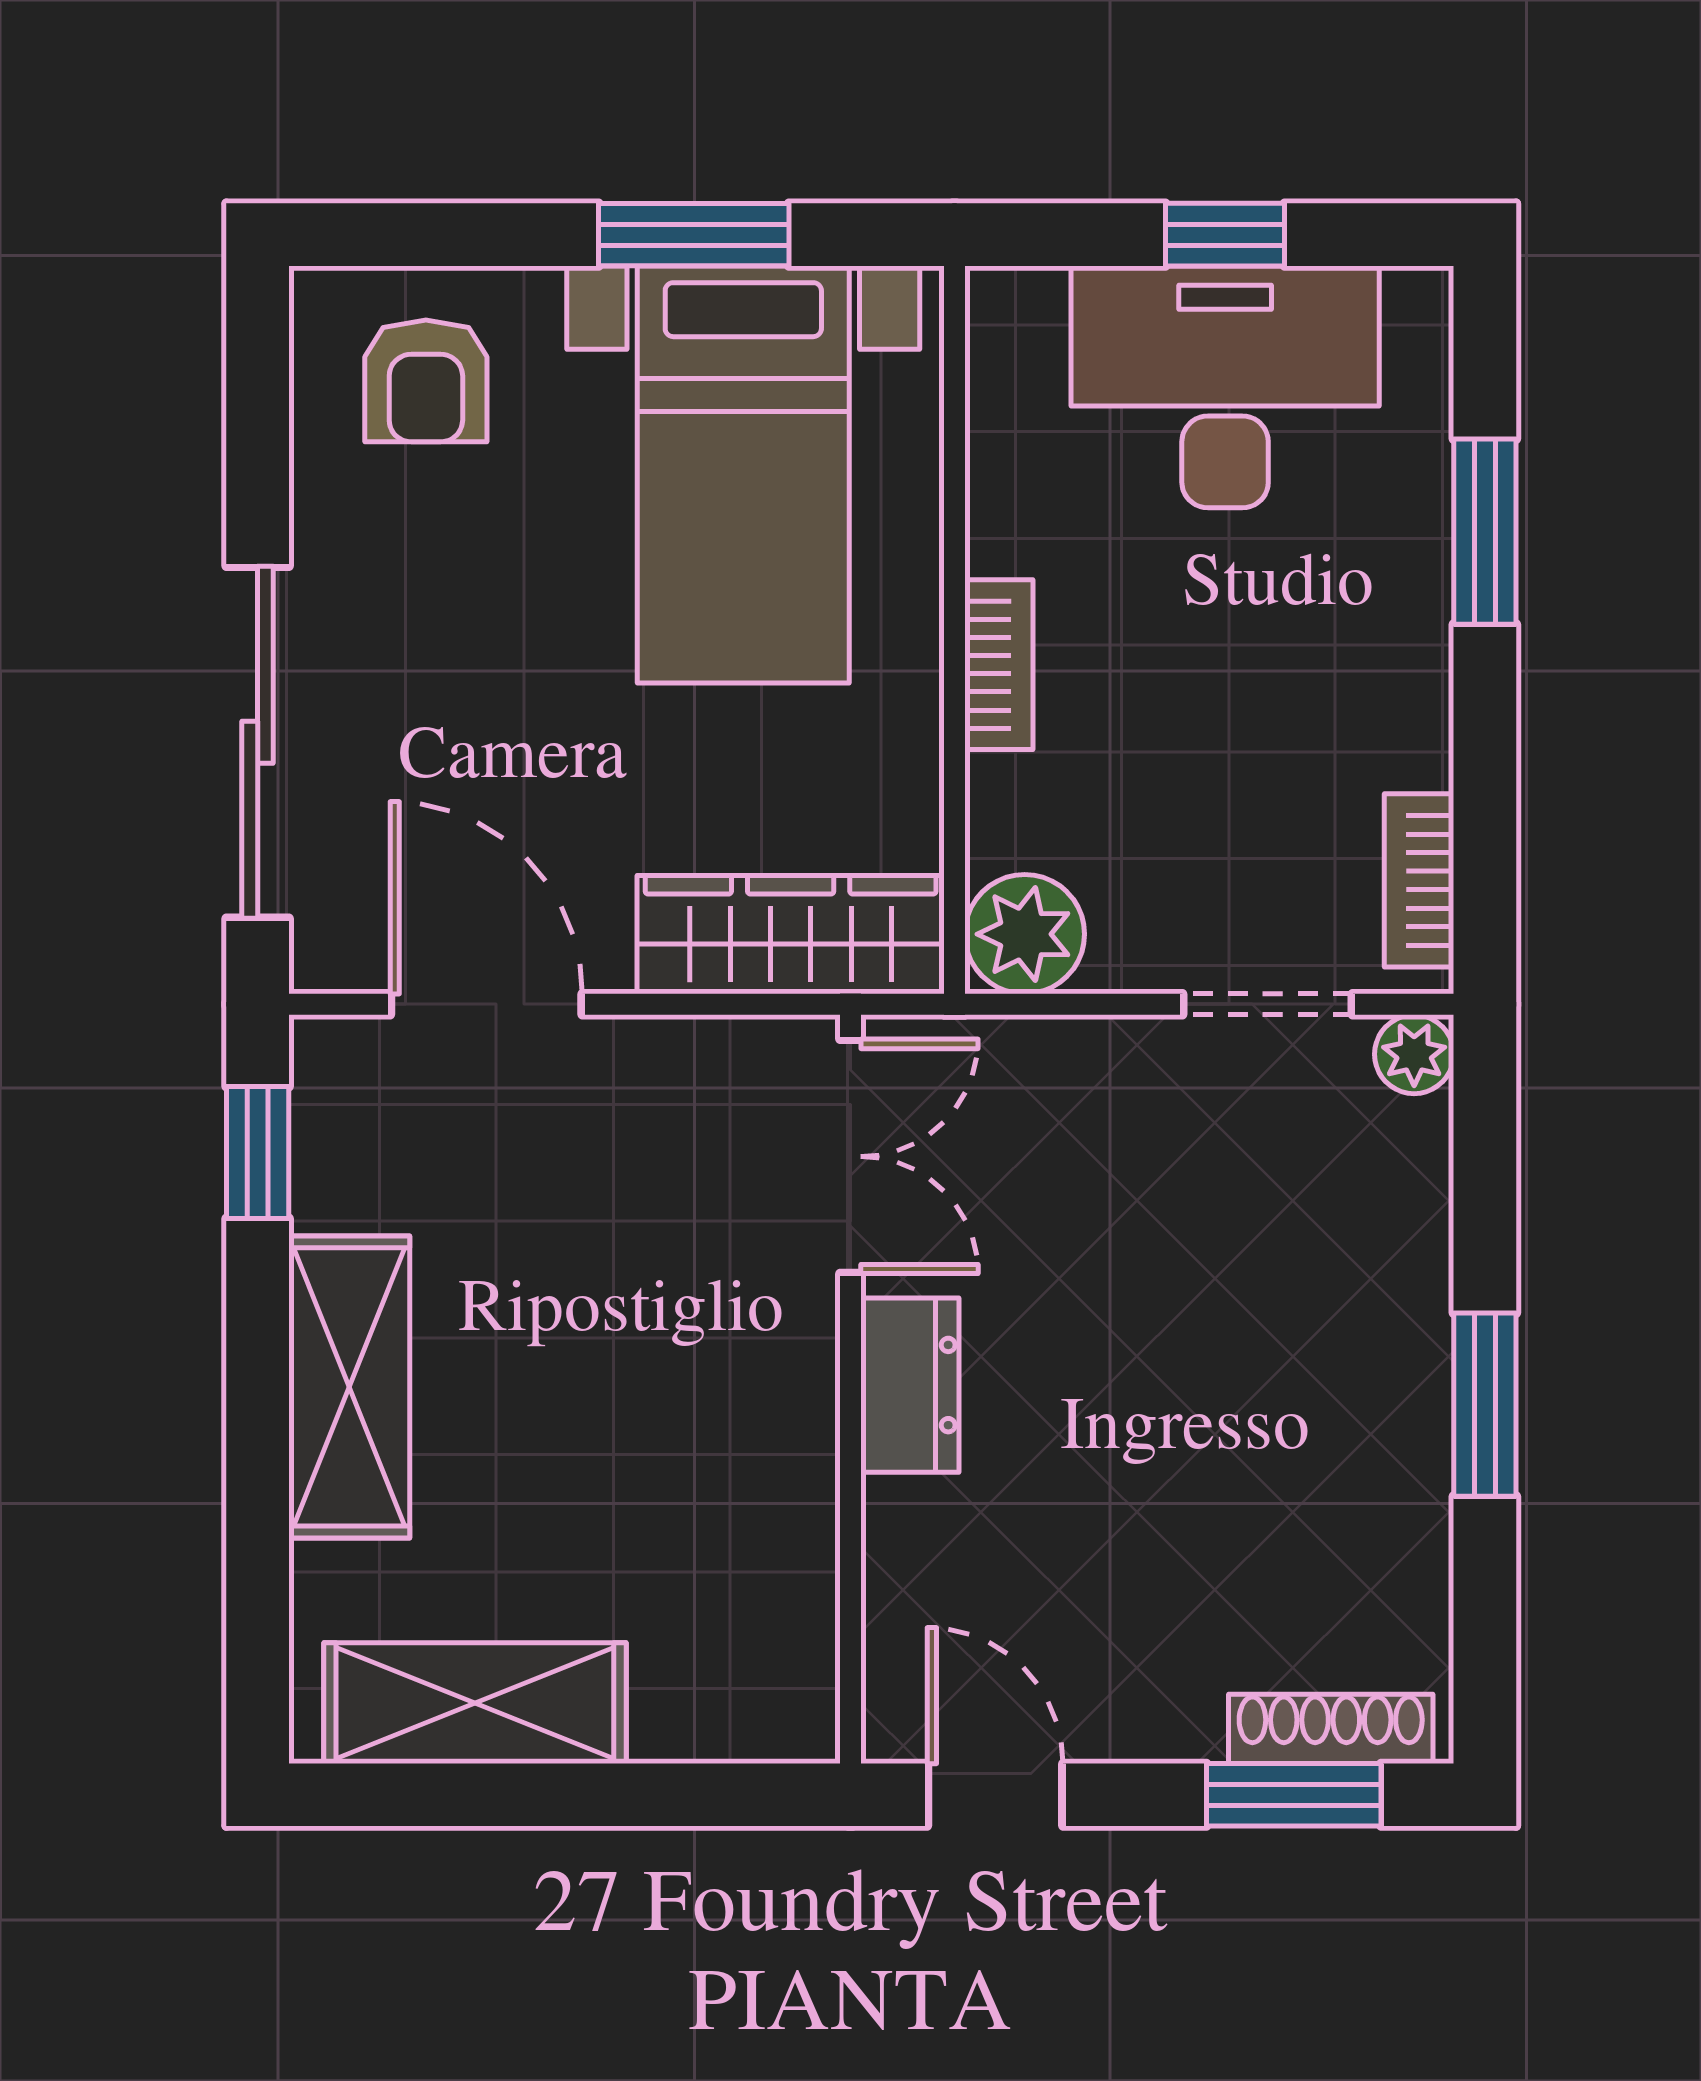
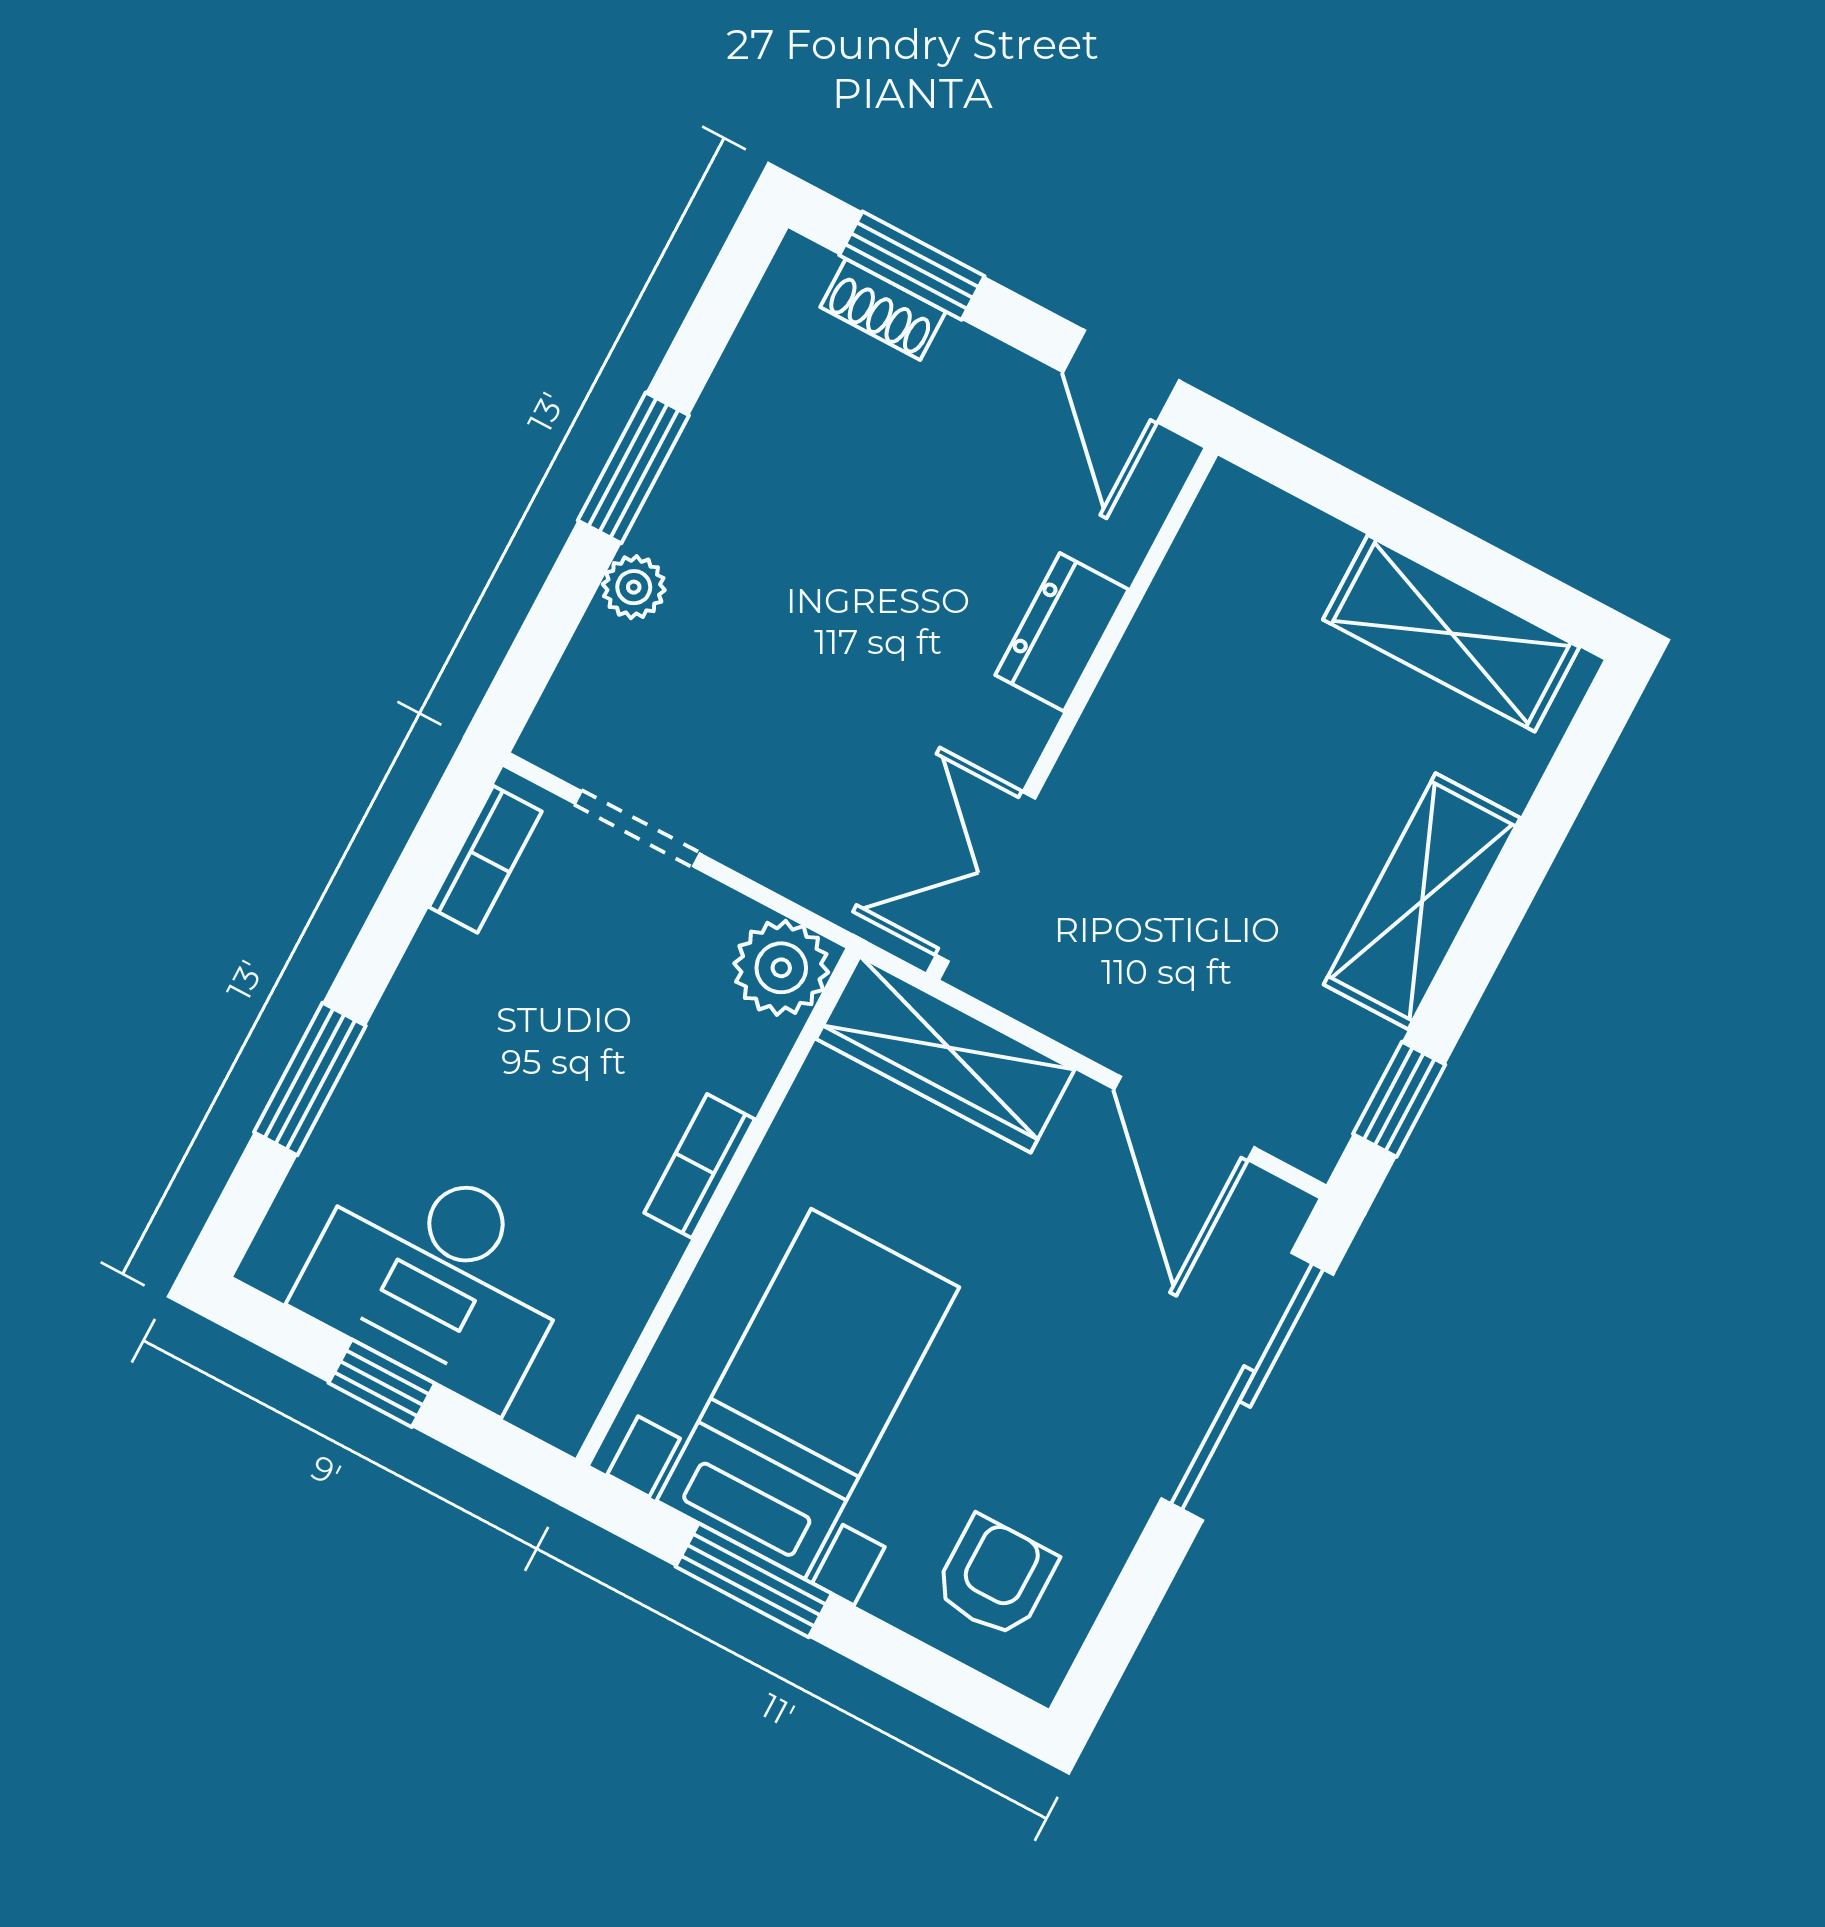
plant: (1414, 1054) -> (634, 587), moved
dresser: (910, 1385) -> (1062, 632), moved
shoe rack: (1331, 1729) -> (883, 309), width x0.70

